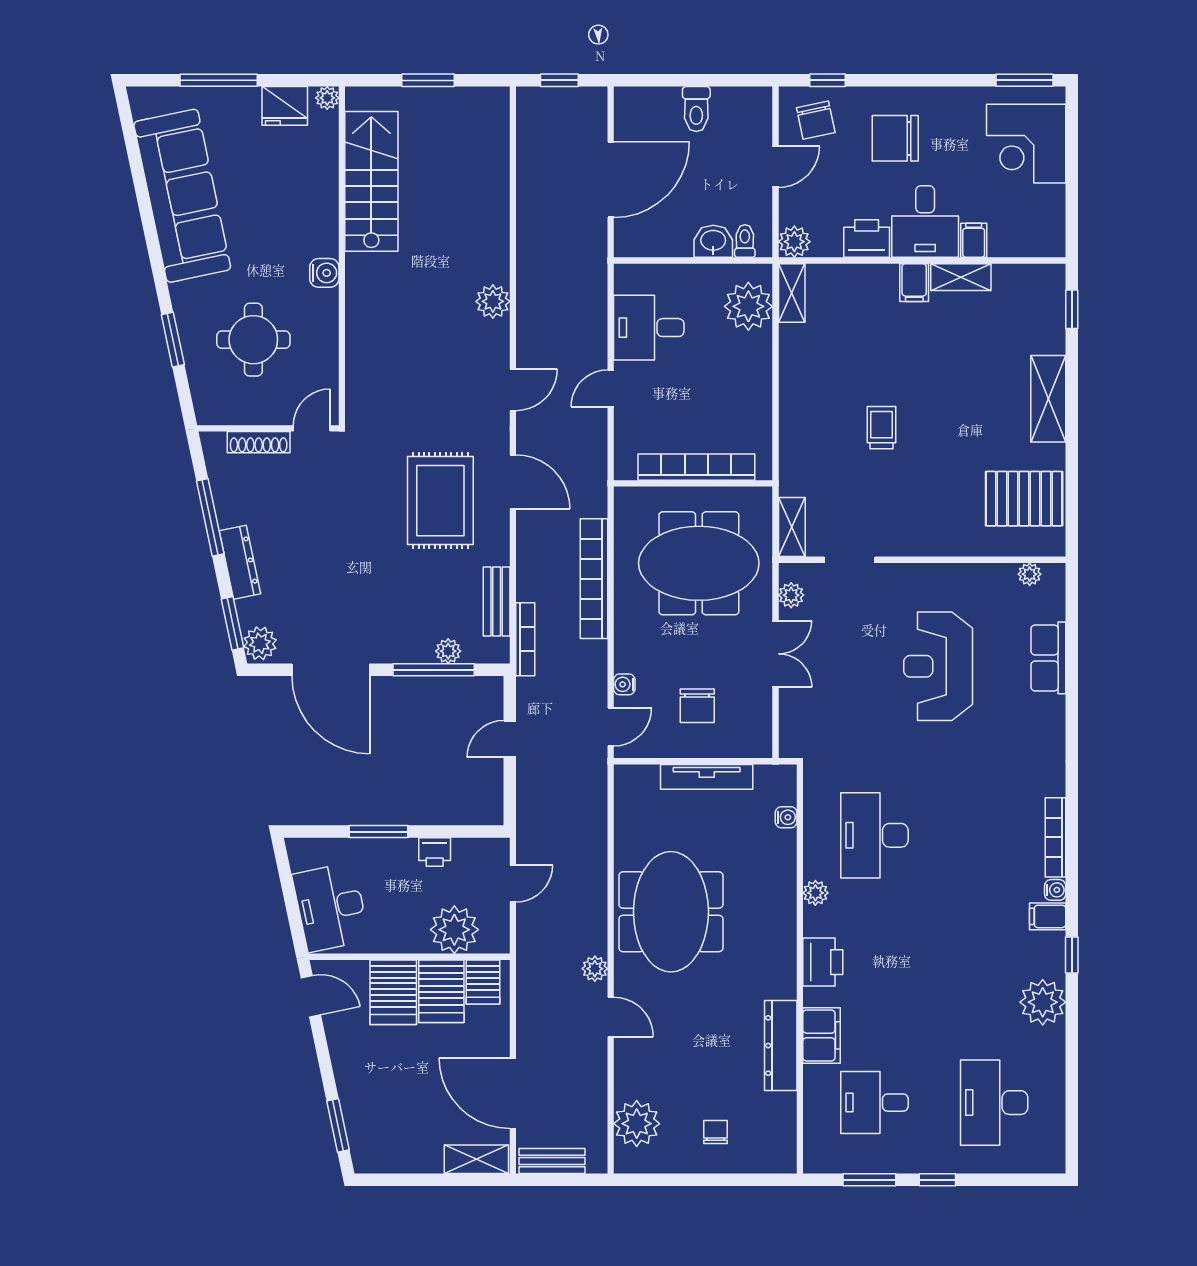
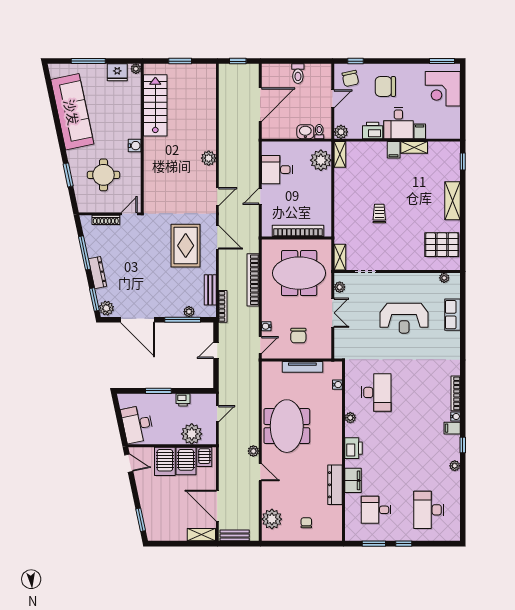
reception desk: (938, 666) -> (404, 318), turned -90
desk: (874, 835) -> (376, 392), turned 180
plant: (1043, 1002) -> (455, 466), width x0.53, depth x0.53

